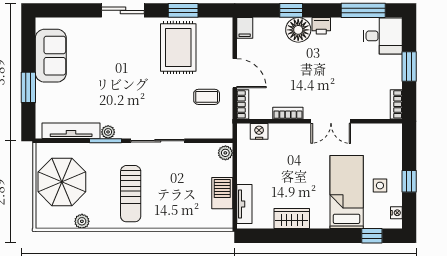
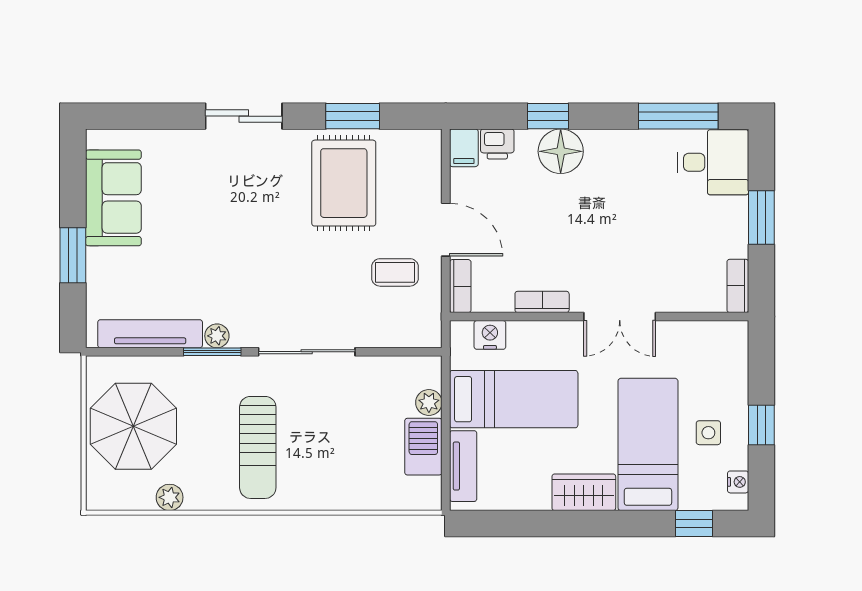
printer: (321, 26) -> (497, 144), moved
plant: (225, 153) -> (429, 403), moved
bed: (272, 167) -> (514, 399), added
wardrobe: (292, 218) -> (584, 492), moved

